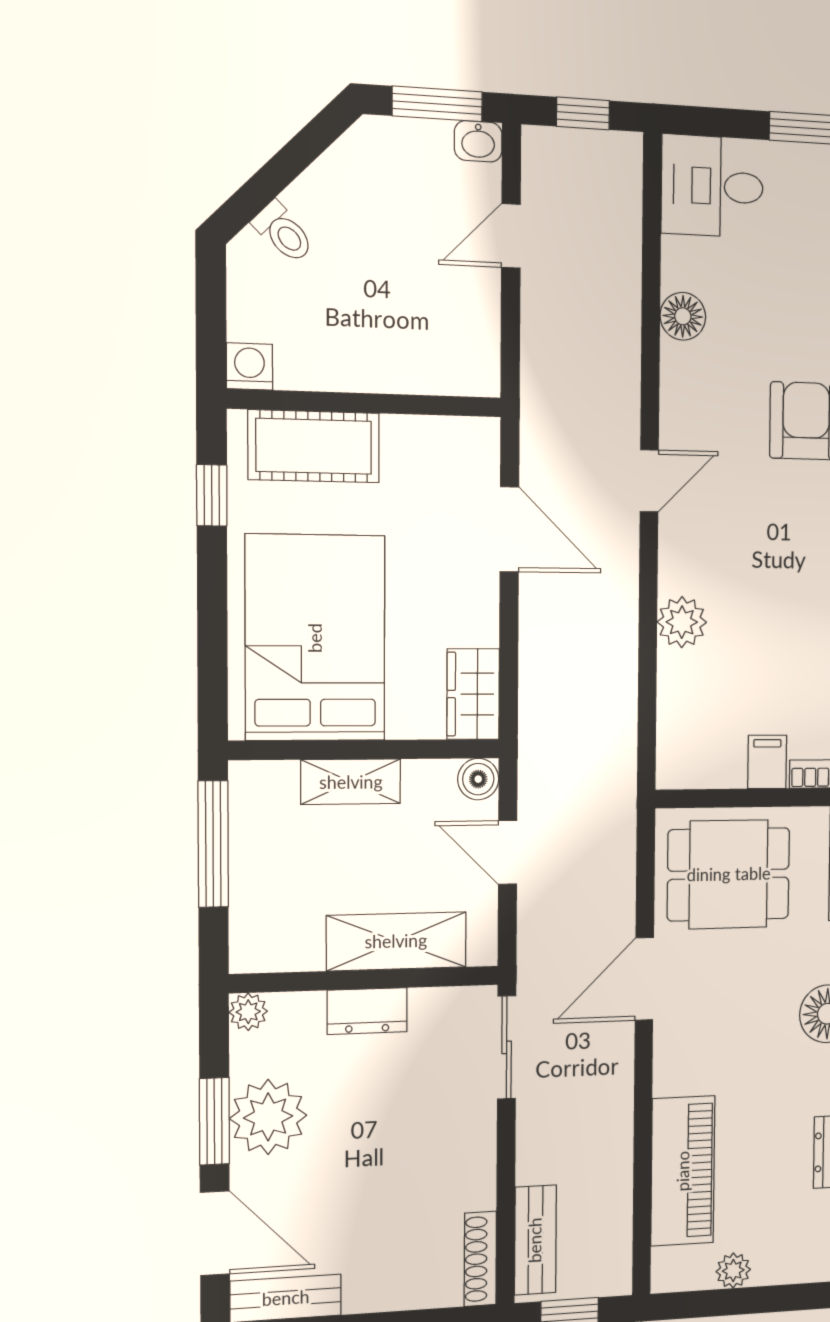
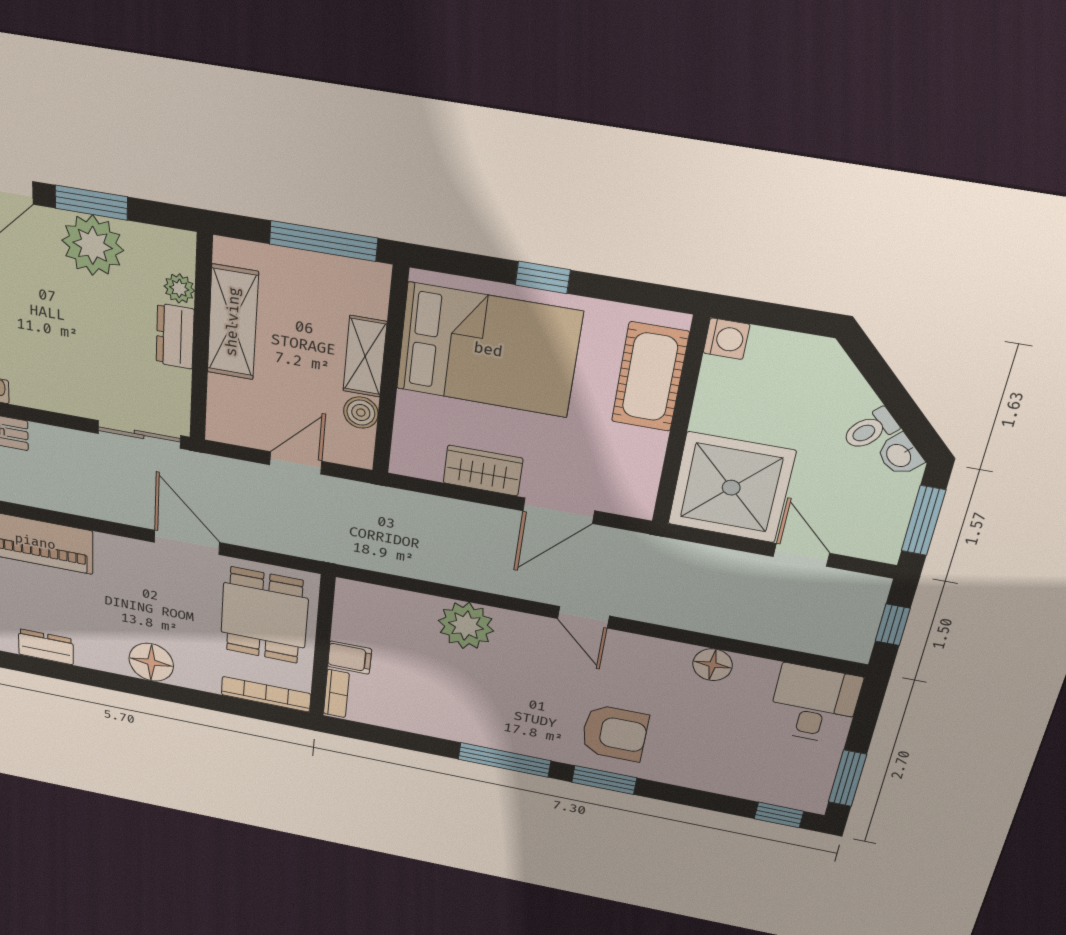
washbasin: (478, 141) -> (900, 455), moved, turned -45
toilet: (283, 232) -> (870, 429), moved
shower: (438, 331) -> (731, 488), added
window: (212, 495) -> (543, 277), moved
plant: (682, 622) -> (466, 626), width x1.36, depth x1.36
wardrobe: (473, 694) -> (483, 471), moved
boiler: (478, 779) -> (361, 413), moved
shelving: (396, 941) -> (233, 322), moved
plant: (248, 1012) -> (179, 288), moved

